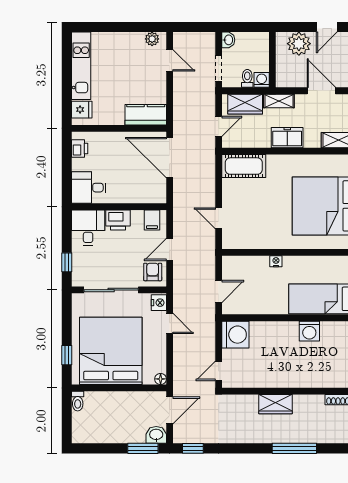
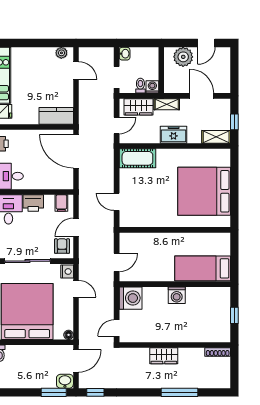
nightstand: (276, 261) -> (164, 237), removed
washing machine: (309, 331) -> (177, 295), moved

